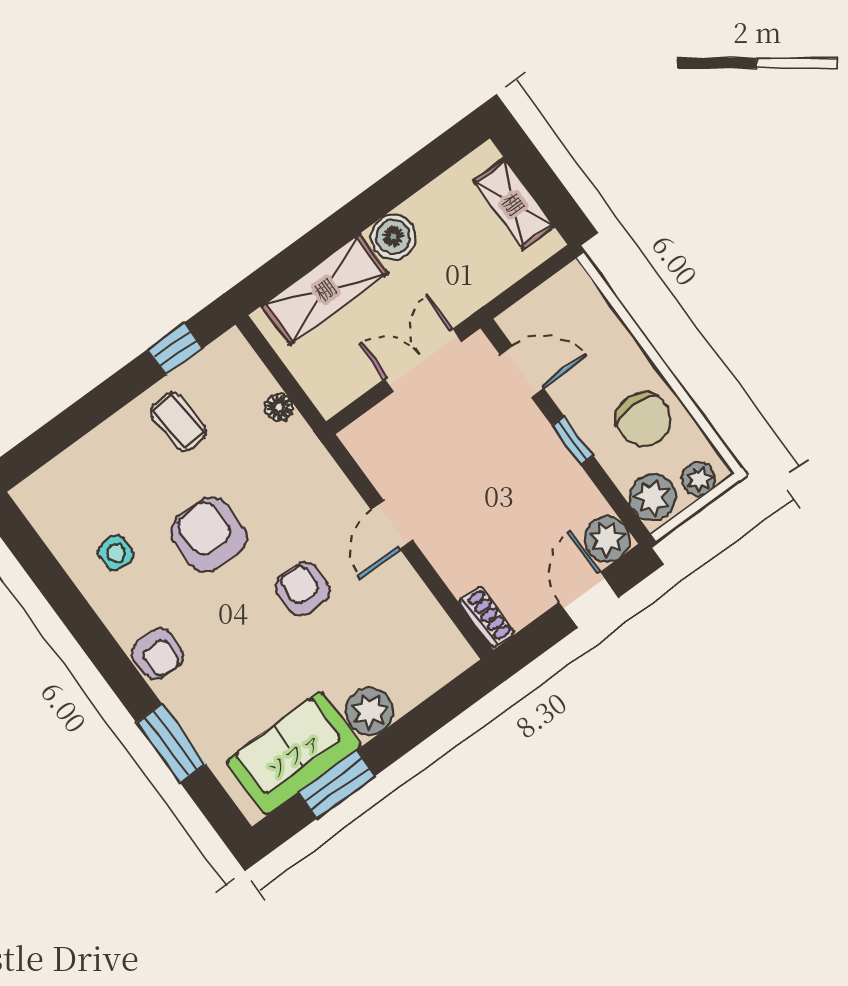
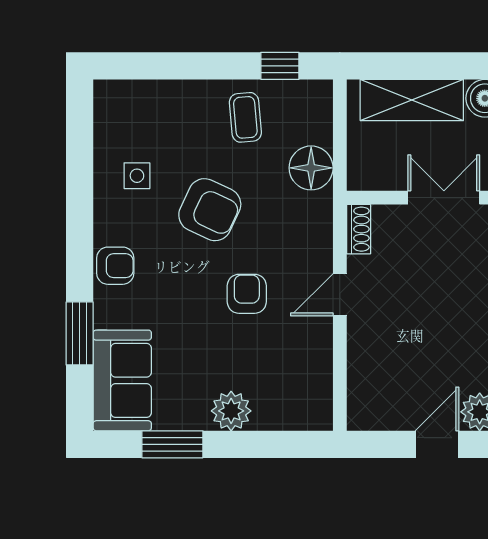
floor lamp: (279, 407) -> (311, 168), width x1.89, depth x1.89
armchair: (209, 535) -> (210, 210), turned 115
shoe rack: (487, 617) -> (359, 229), moved
armchair: (158, 654) -> (115, 266), turned -90
sofa: (294, 754) -> (122, 380), moved, turned 90

